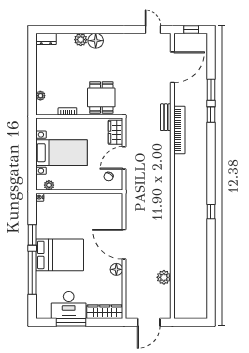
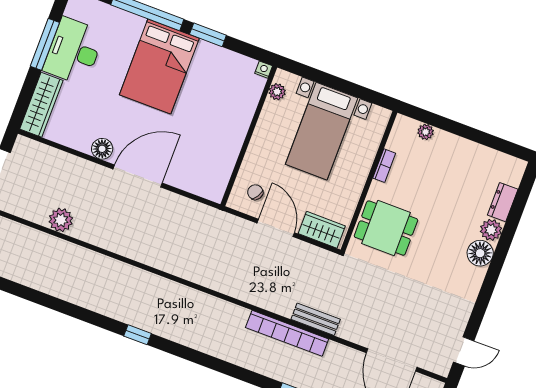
dresser: (46, 39) -> (503, 202), moved

